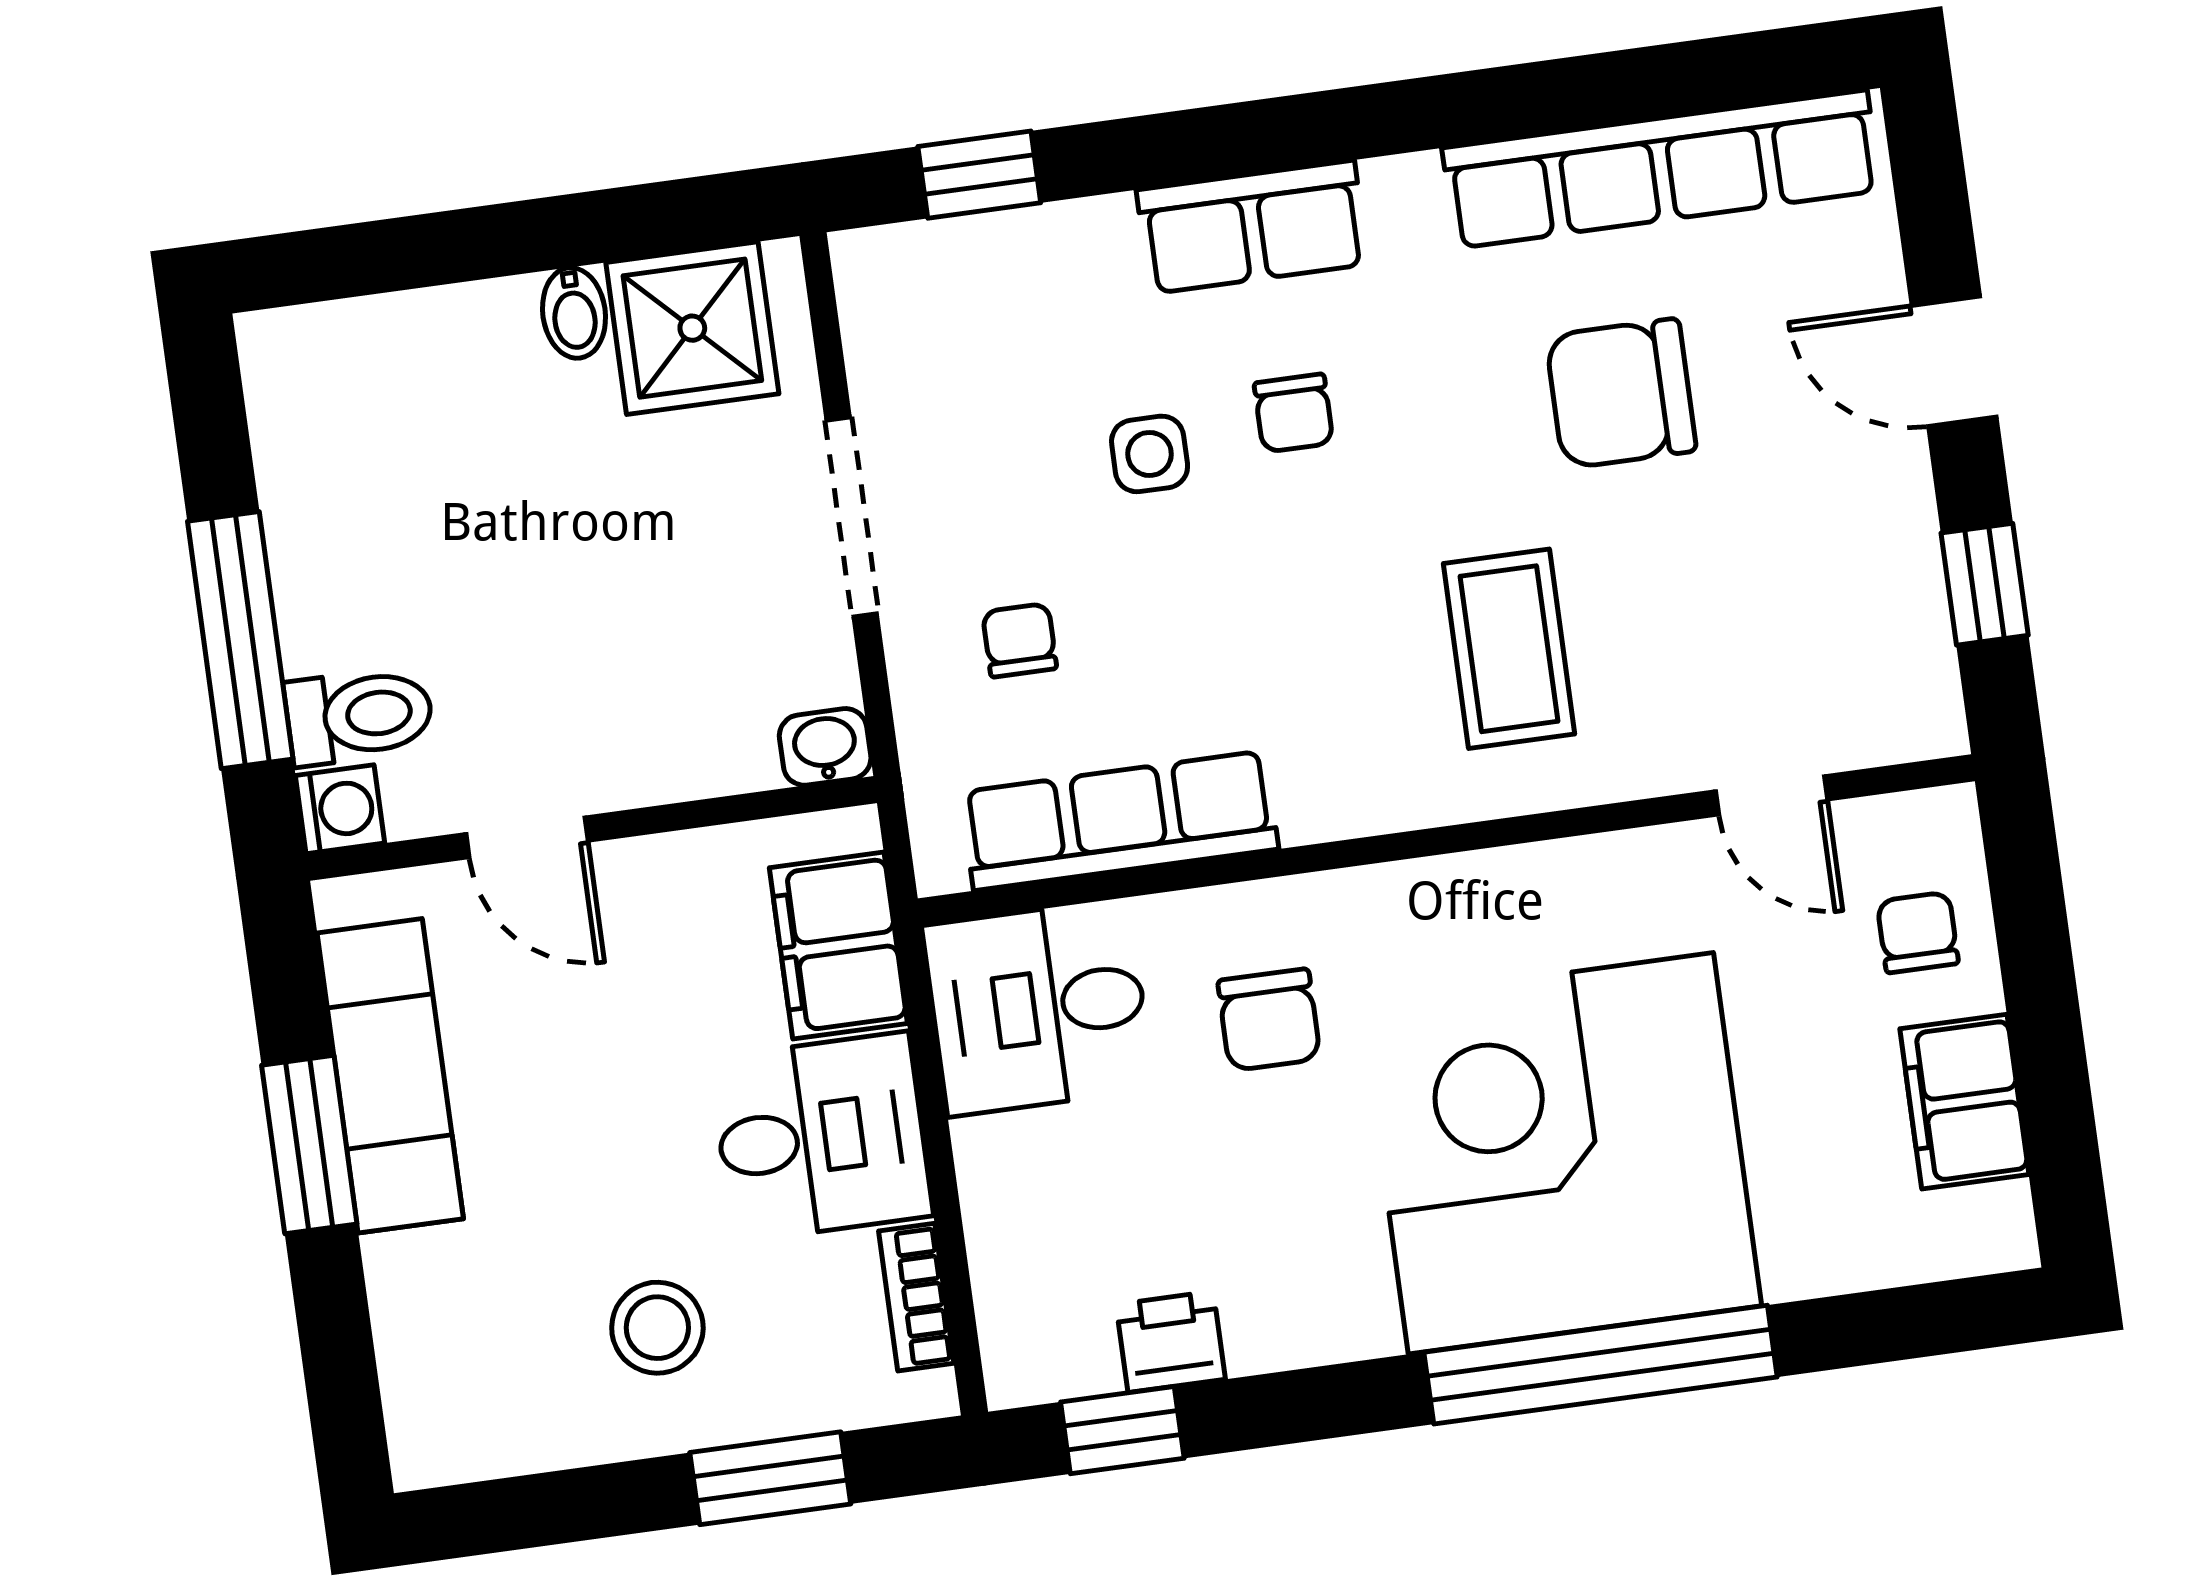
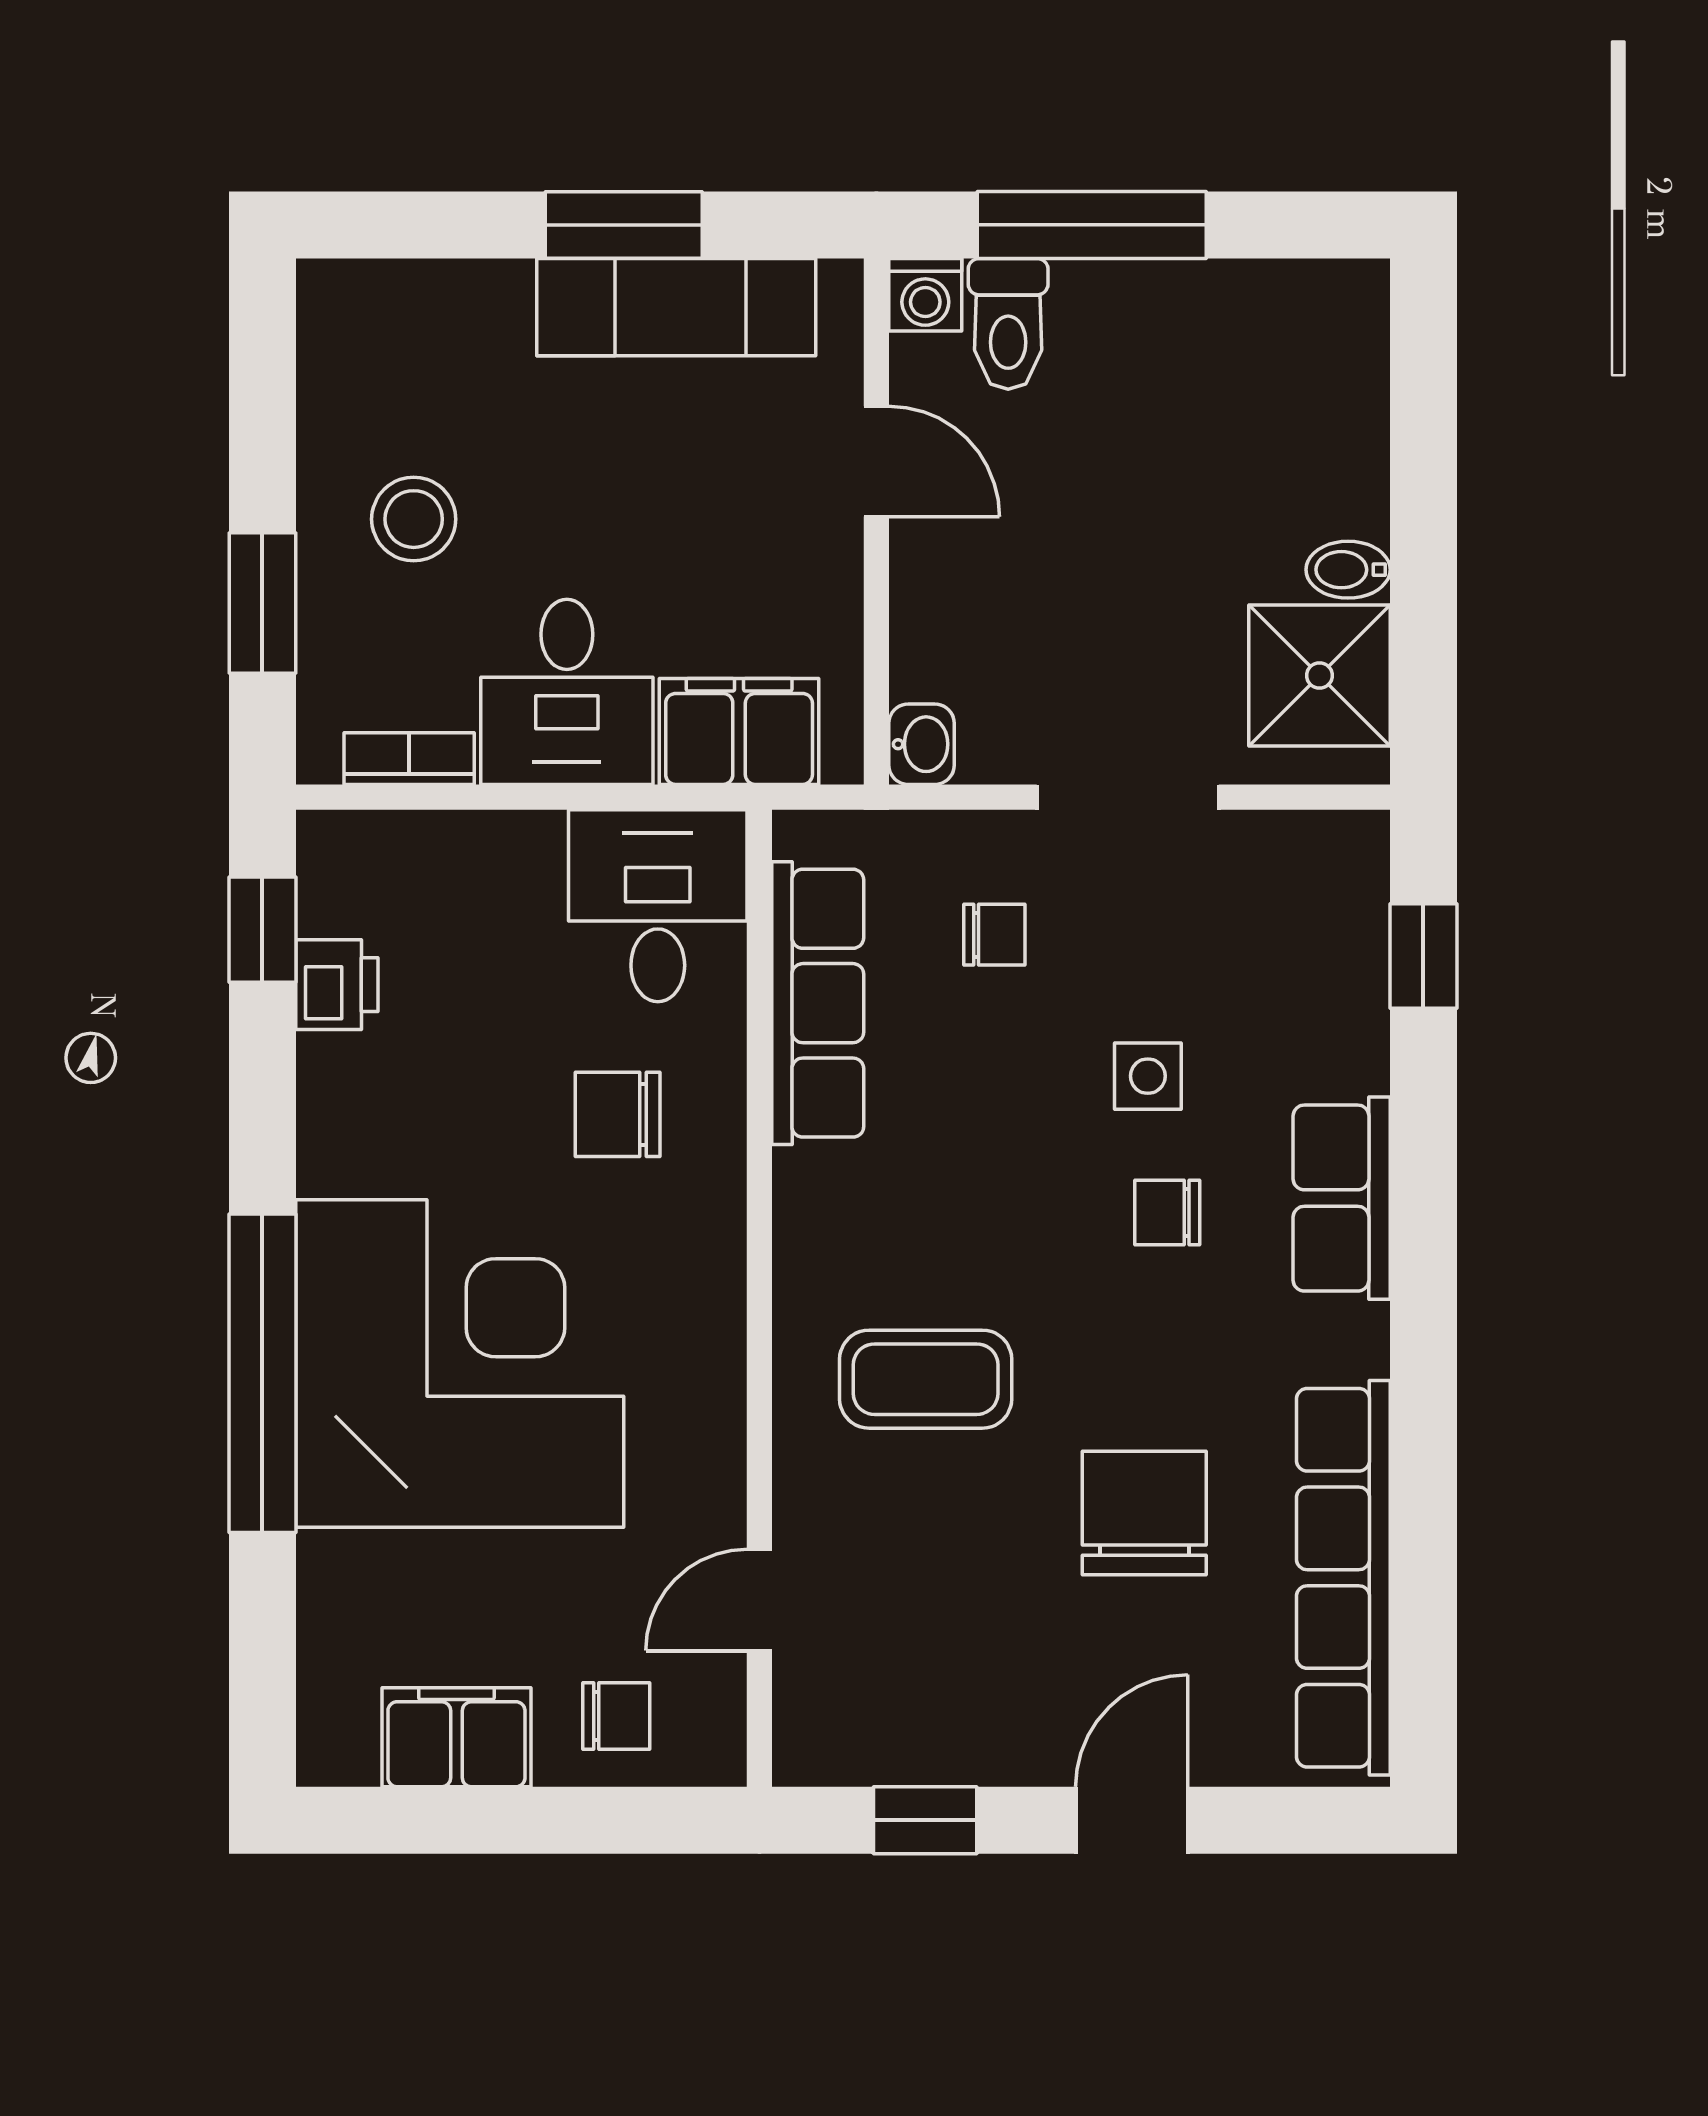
door: (527, 837) -> (876, 461), swing flipped

